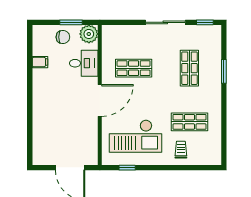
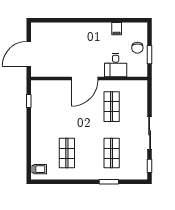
plant: (89, 34) -> (140, 69), removed
shop shelf: (189, 68) -> (112, 153), turned 90
door: (100, 100) -> (85, 78), hinge flipped
checkout: (136, 136) -> (55, 108), removed
trolley: (181, 150) -> (39, 169), moved

